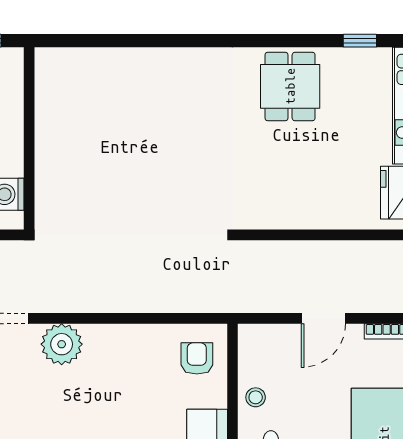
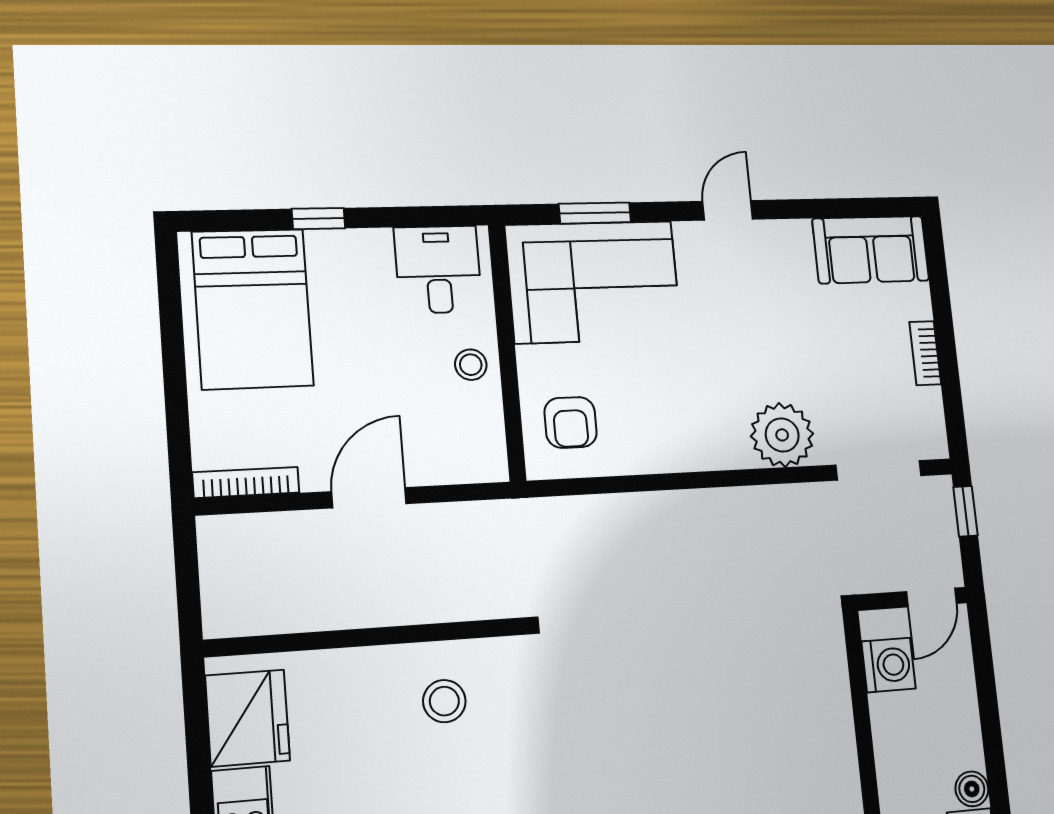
stool: (288, 194) -> (444, 701), added

